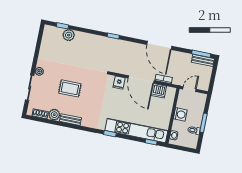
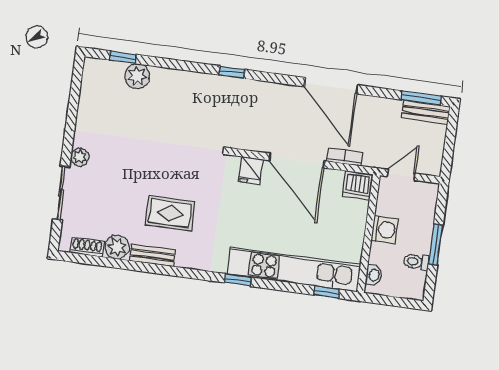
rug: (70, 88) -> (170, 213), moved
dishwasher: (159, 91) -> (358, 185), moved

